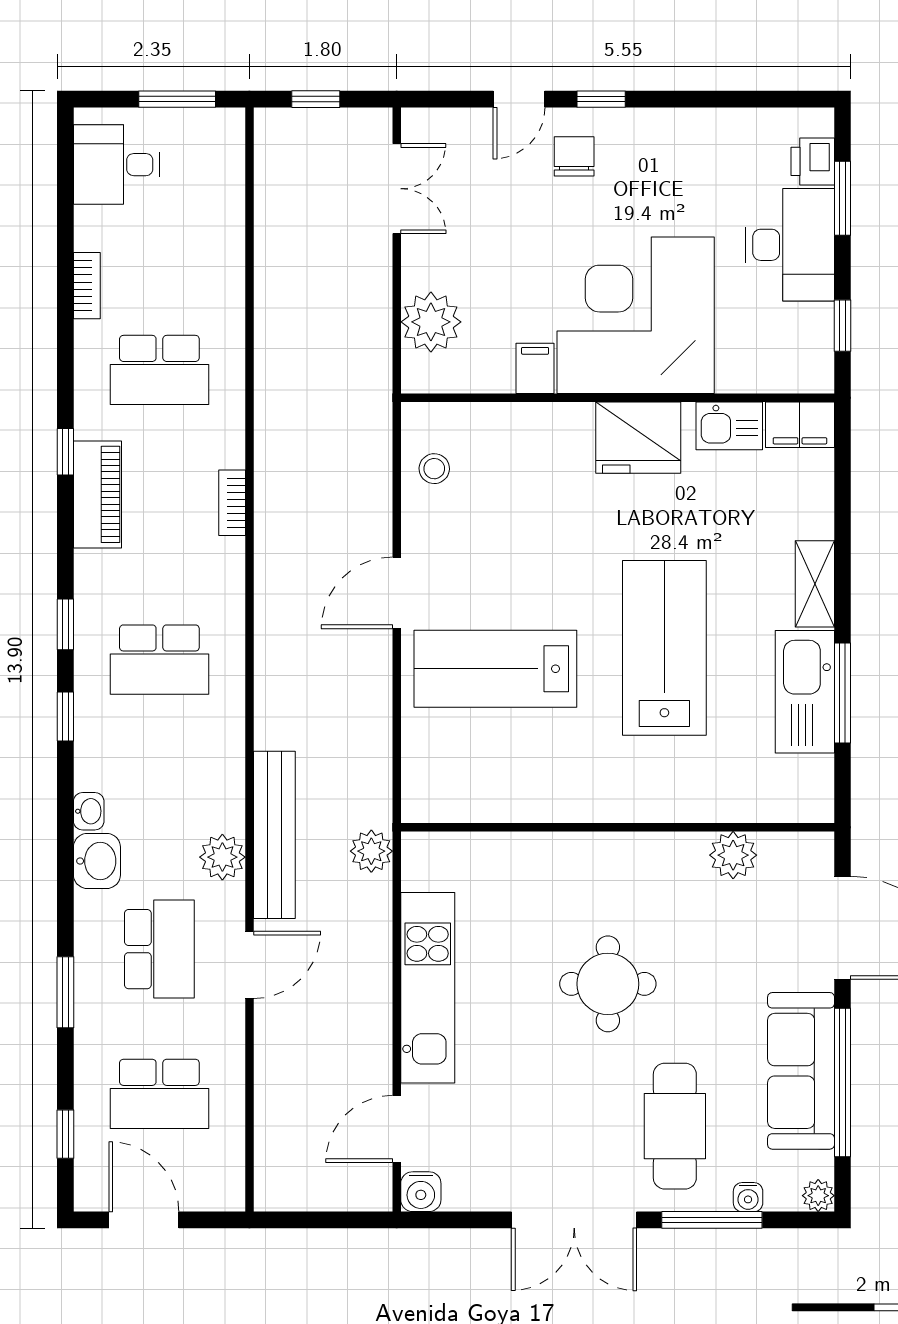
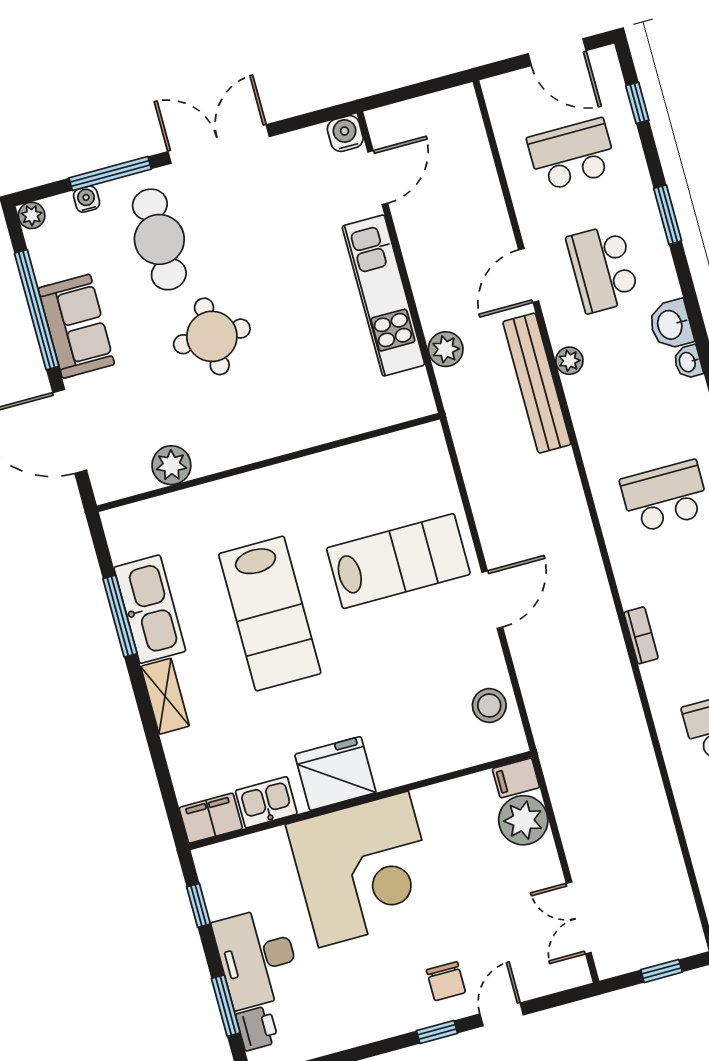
filing cabinet: (535, 368) -> (516, 778), moved, turned 90
stool: (434, 469) -> (489, 705), width x1.37, depth x1.37
plant: (371, 851) -> (446, 349), moved
plant: (222, 857) -> (569, 361), width x0.73, depth x0.73
round table: (608, 984) -> (212, 336), moved
sofa: (801, 1071) -> (76, 326), width x0.73

